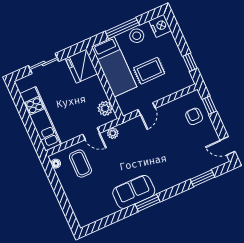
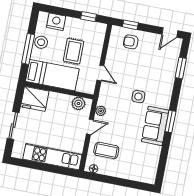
nightstand: (160, 26) -> (56, 22), moved
side table: (150, 158) -> (138, 97), added

